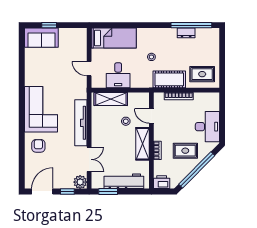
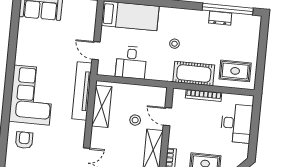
shelving: (111, 99) -> (102, 106), moved, turned 90
tv unit: (81, 123) -> (82, 91), moved
desk: (207, 127) -> (237, 123), moved

